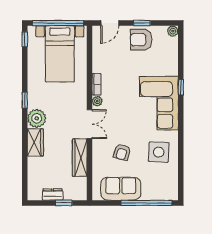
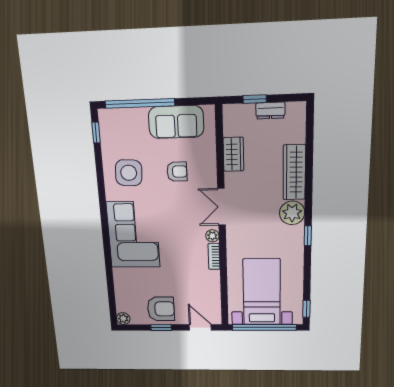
door: (110, 23) -> (200, 327), hinge flipped
window: (181, 87) -> (96, 133), moved
wardrobe: (35, 142) -> (294, 172), width x1.50
armchair: (122, 152) -> (177, 172), turned 73
wardrobe: (80, 158) -> (233, 154), width x0.67

